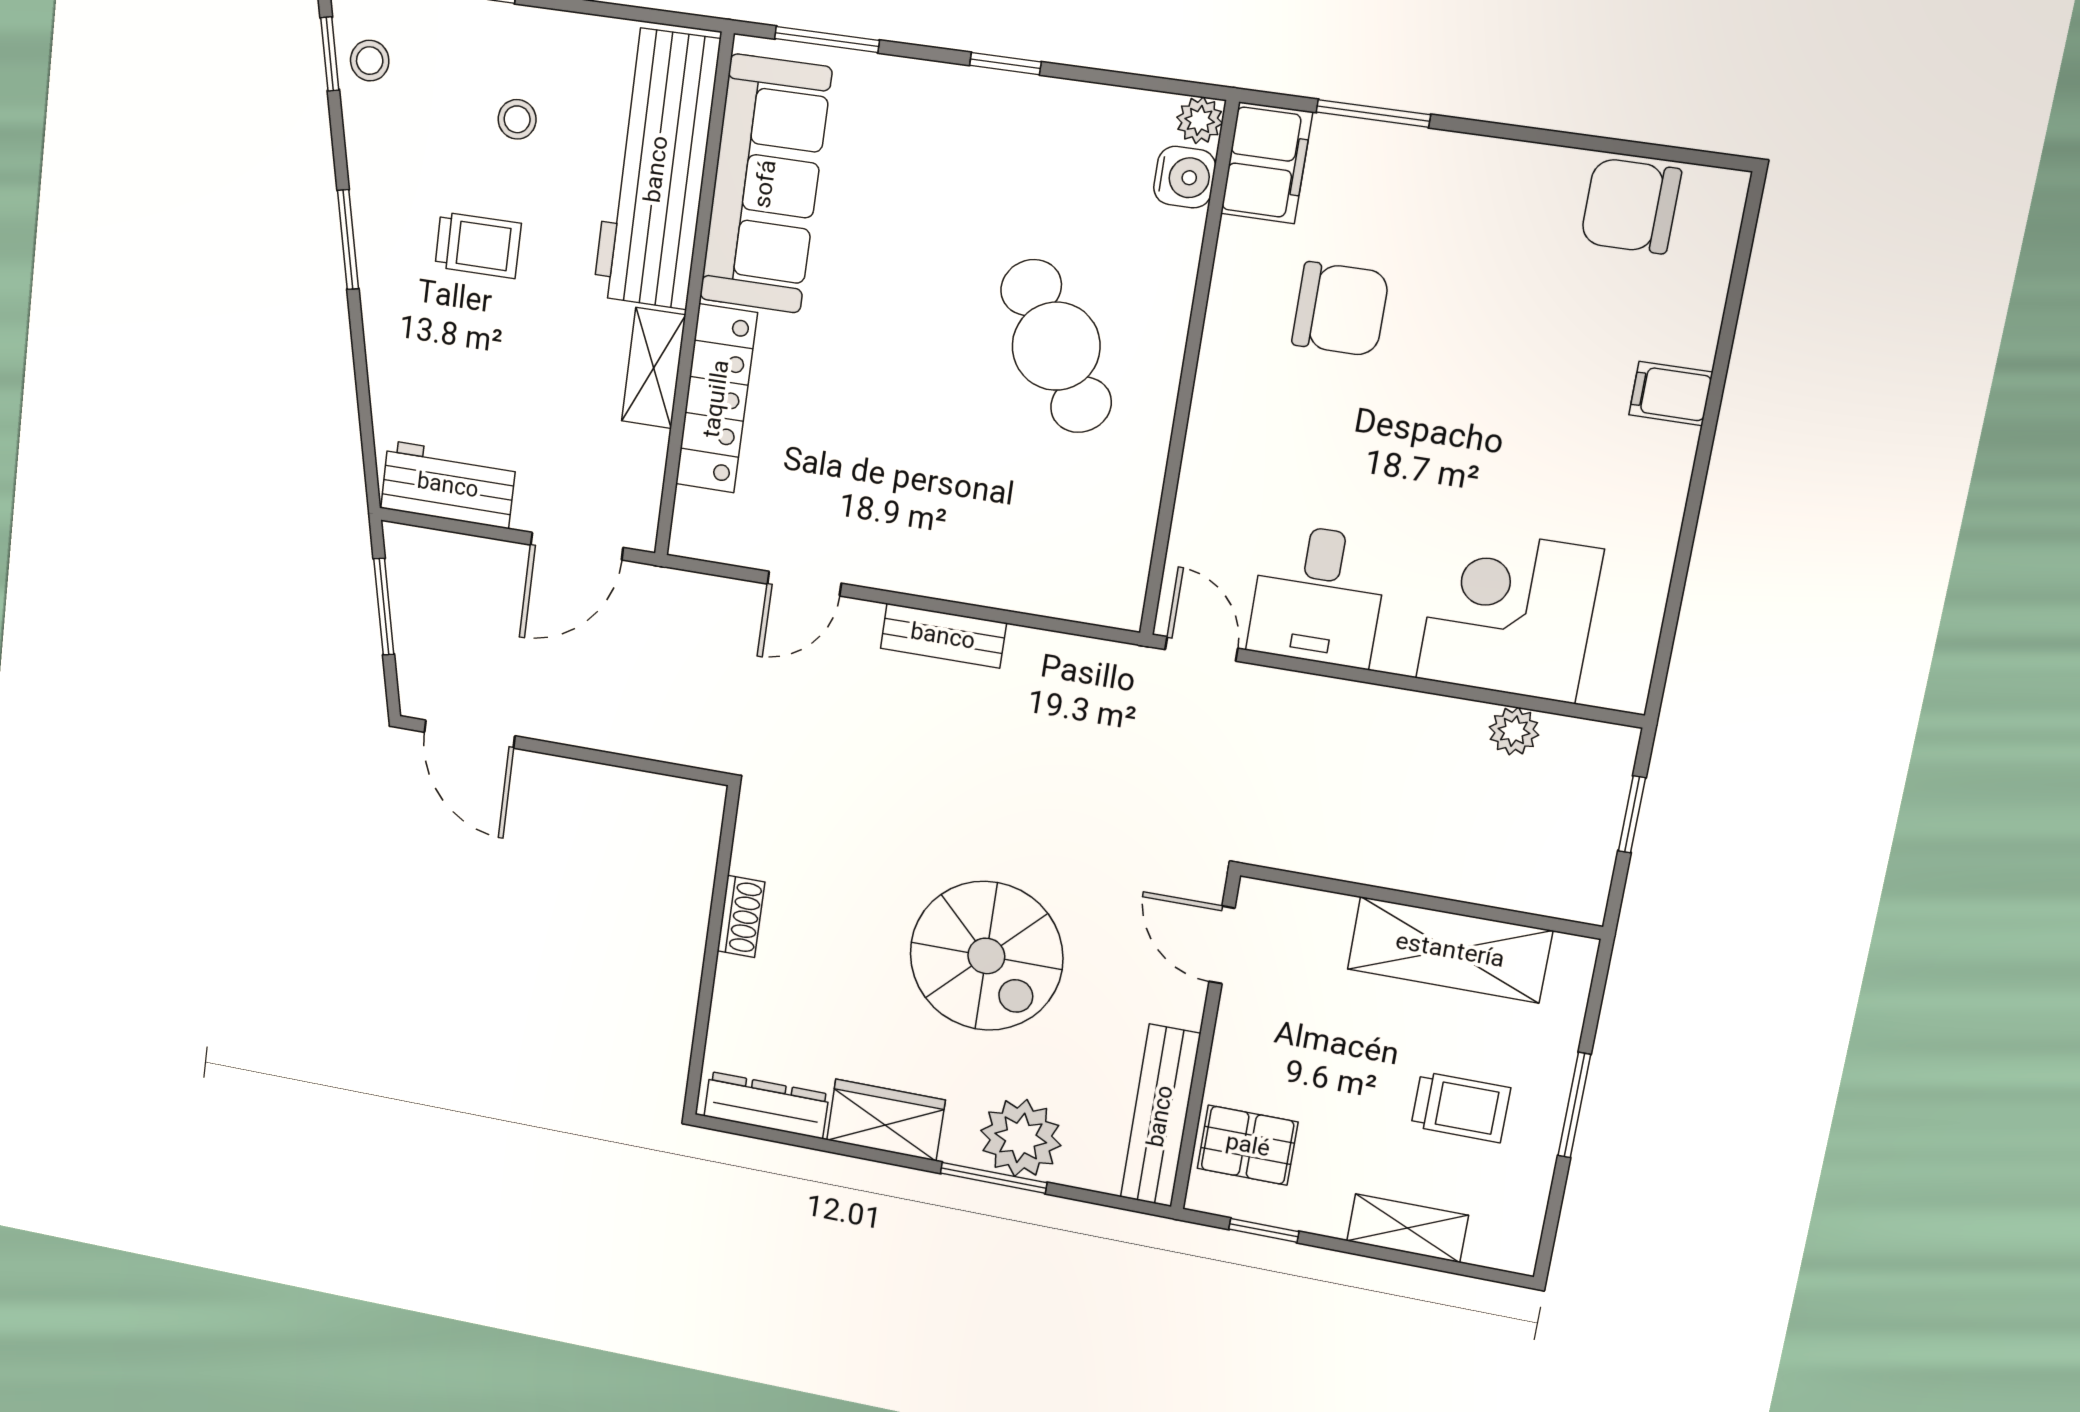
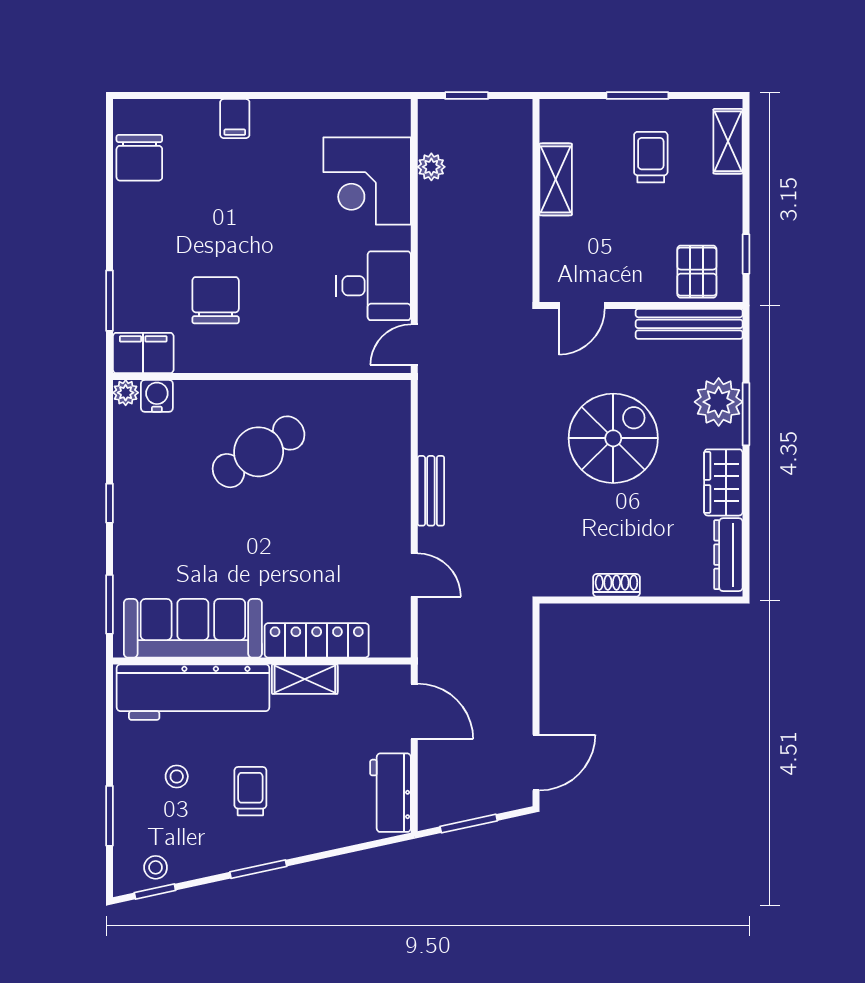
shelving: (1450, 950) -> (556, 179), width x0.67, depth x0.75
shelving: (1408, 1228) -> (728, 141), moved

